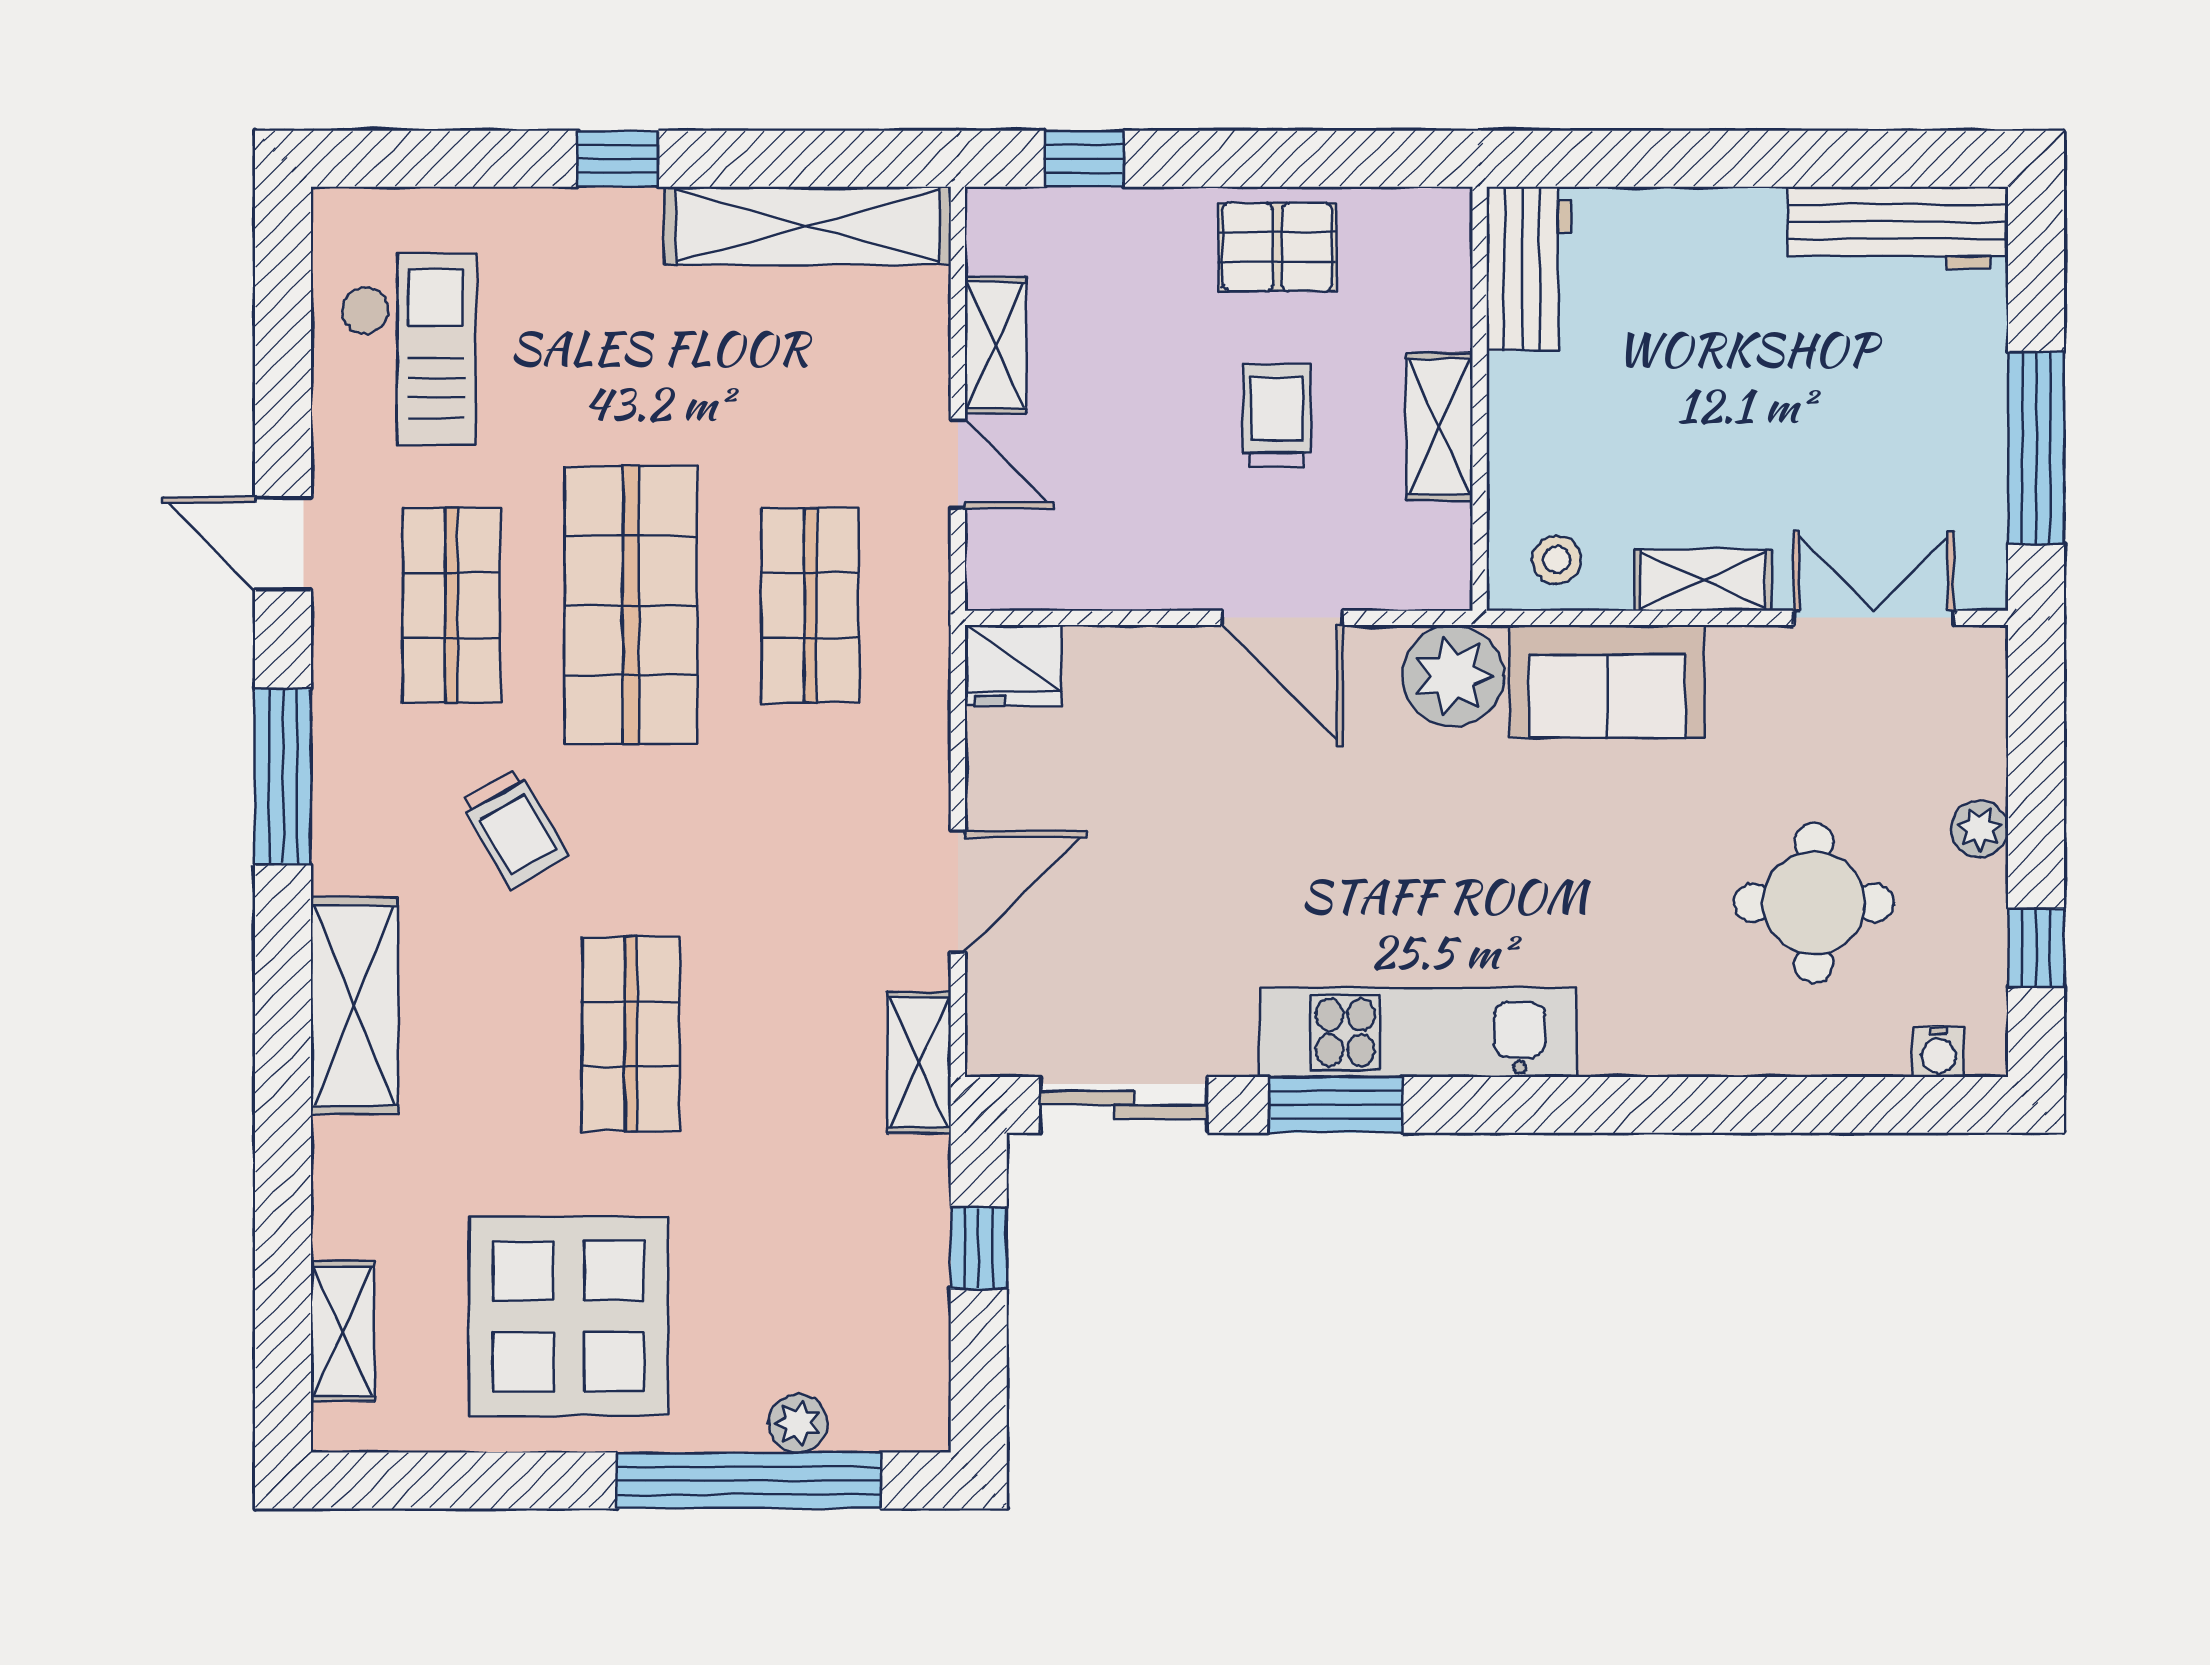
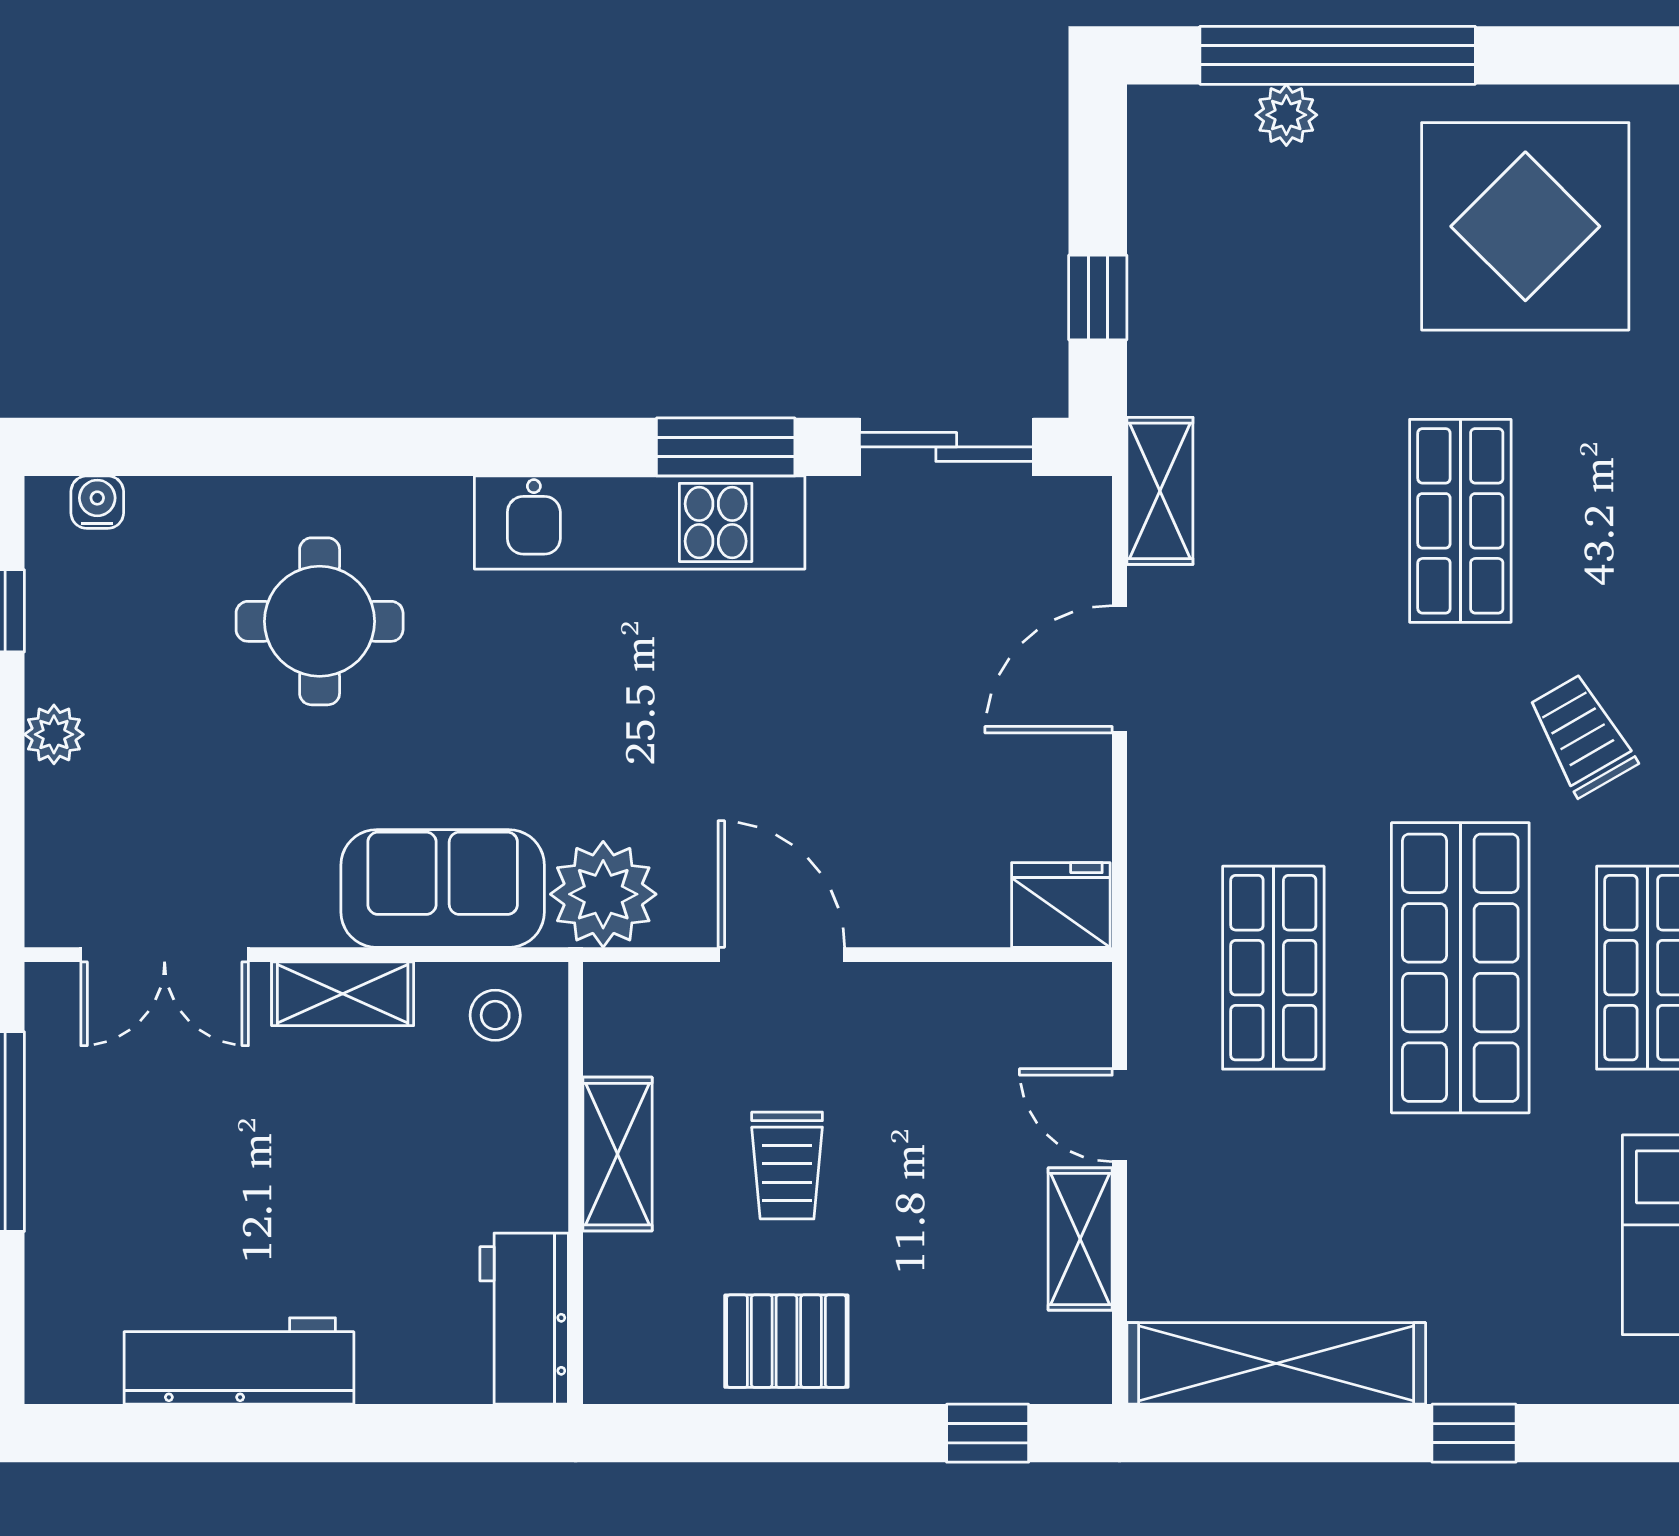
workbench: (1898, 228) -> (239, 1361), moved
round table: (1814, 903) -> (320, 621), moved

